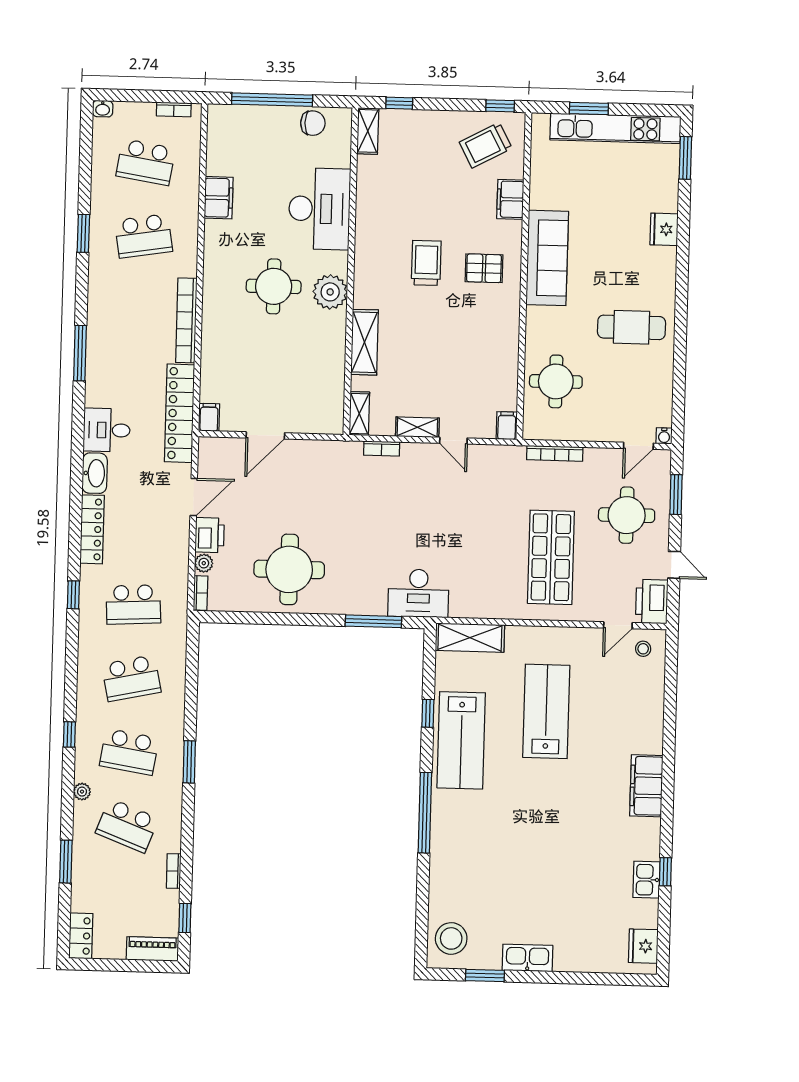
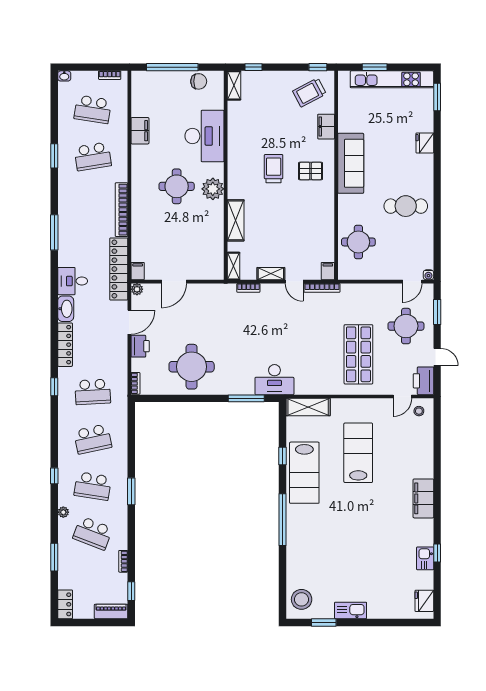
bookcase: (555, 453) -> (322, 288), moved
plant: (204, 563) -> (137, 289), moved

